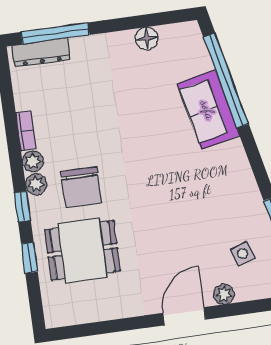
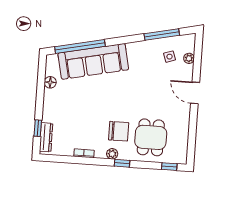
window: (55, 33) -> (38, 128), width x0.46
sofa: (208, 110) -> (93, 61), width x1.85, depth x1.27
plant: (33, 161) -> (100, 153), removed
window: (29, 258) -> (169, 167), moved
plant: (224, 294) -> (189, 58), moved

